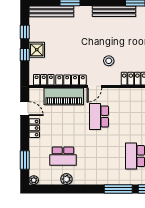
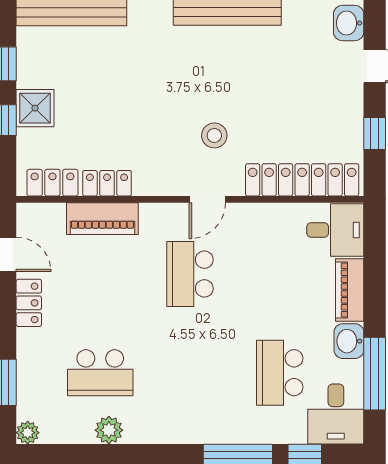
locker: (71, 80) -> (107, 183), width x0.66
door: (94, 86) -> (207, 199), moved
piano: (64, 96) -> (102, 219), width x0.73, depth x0.75

